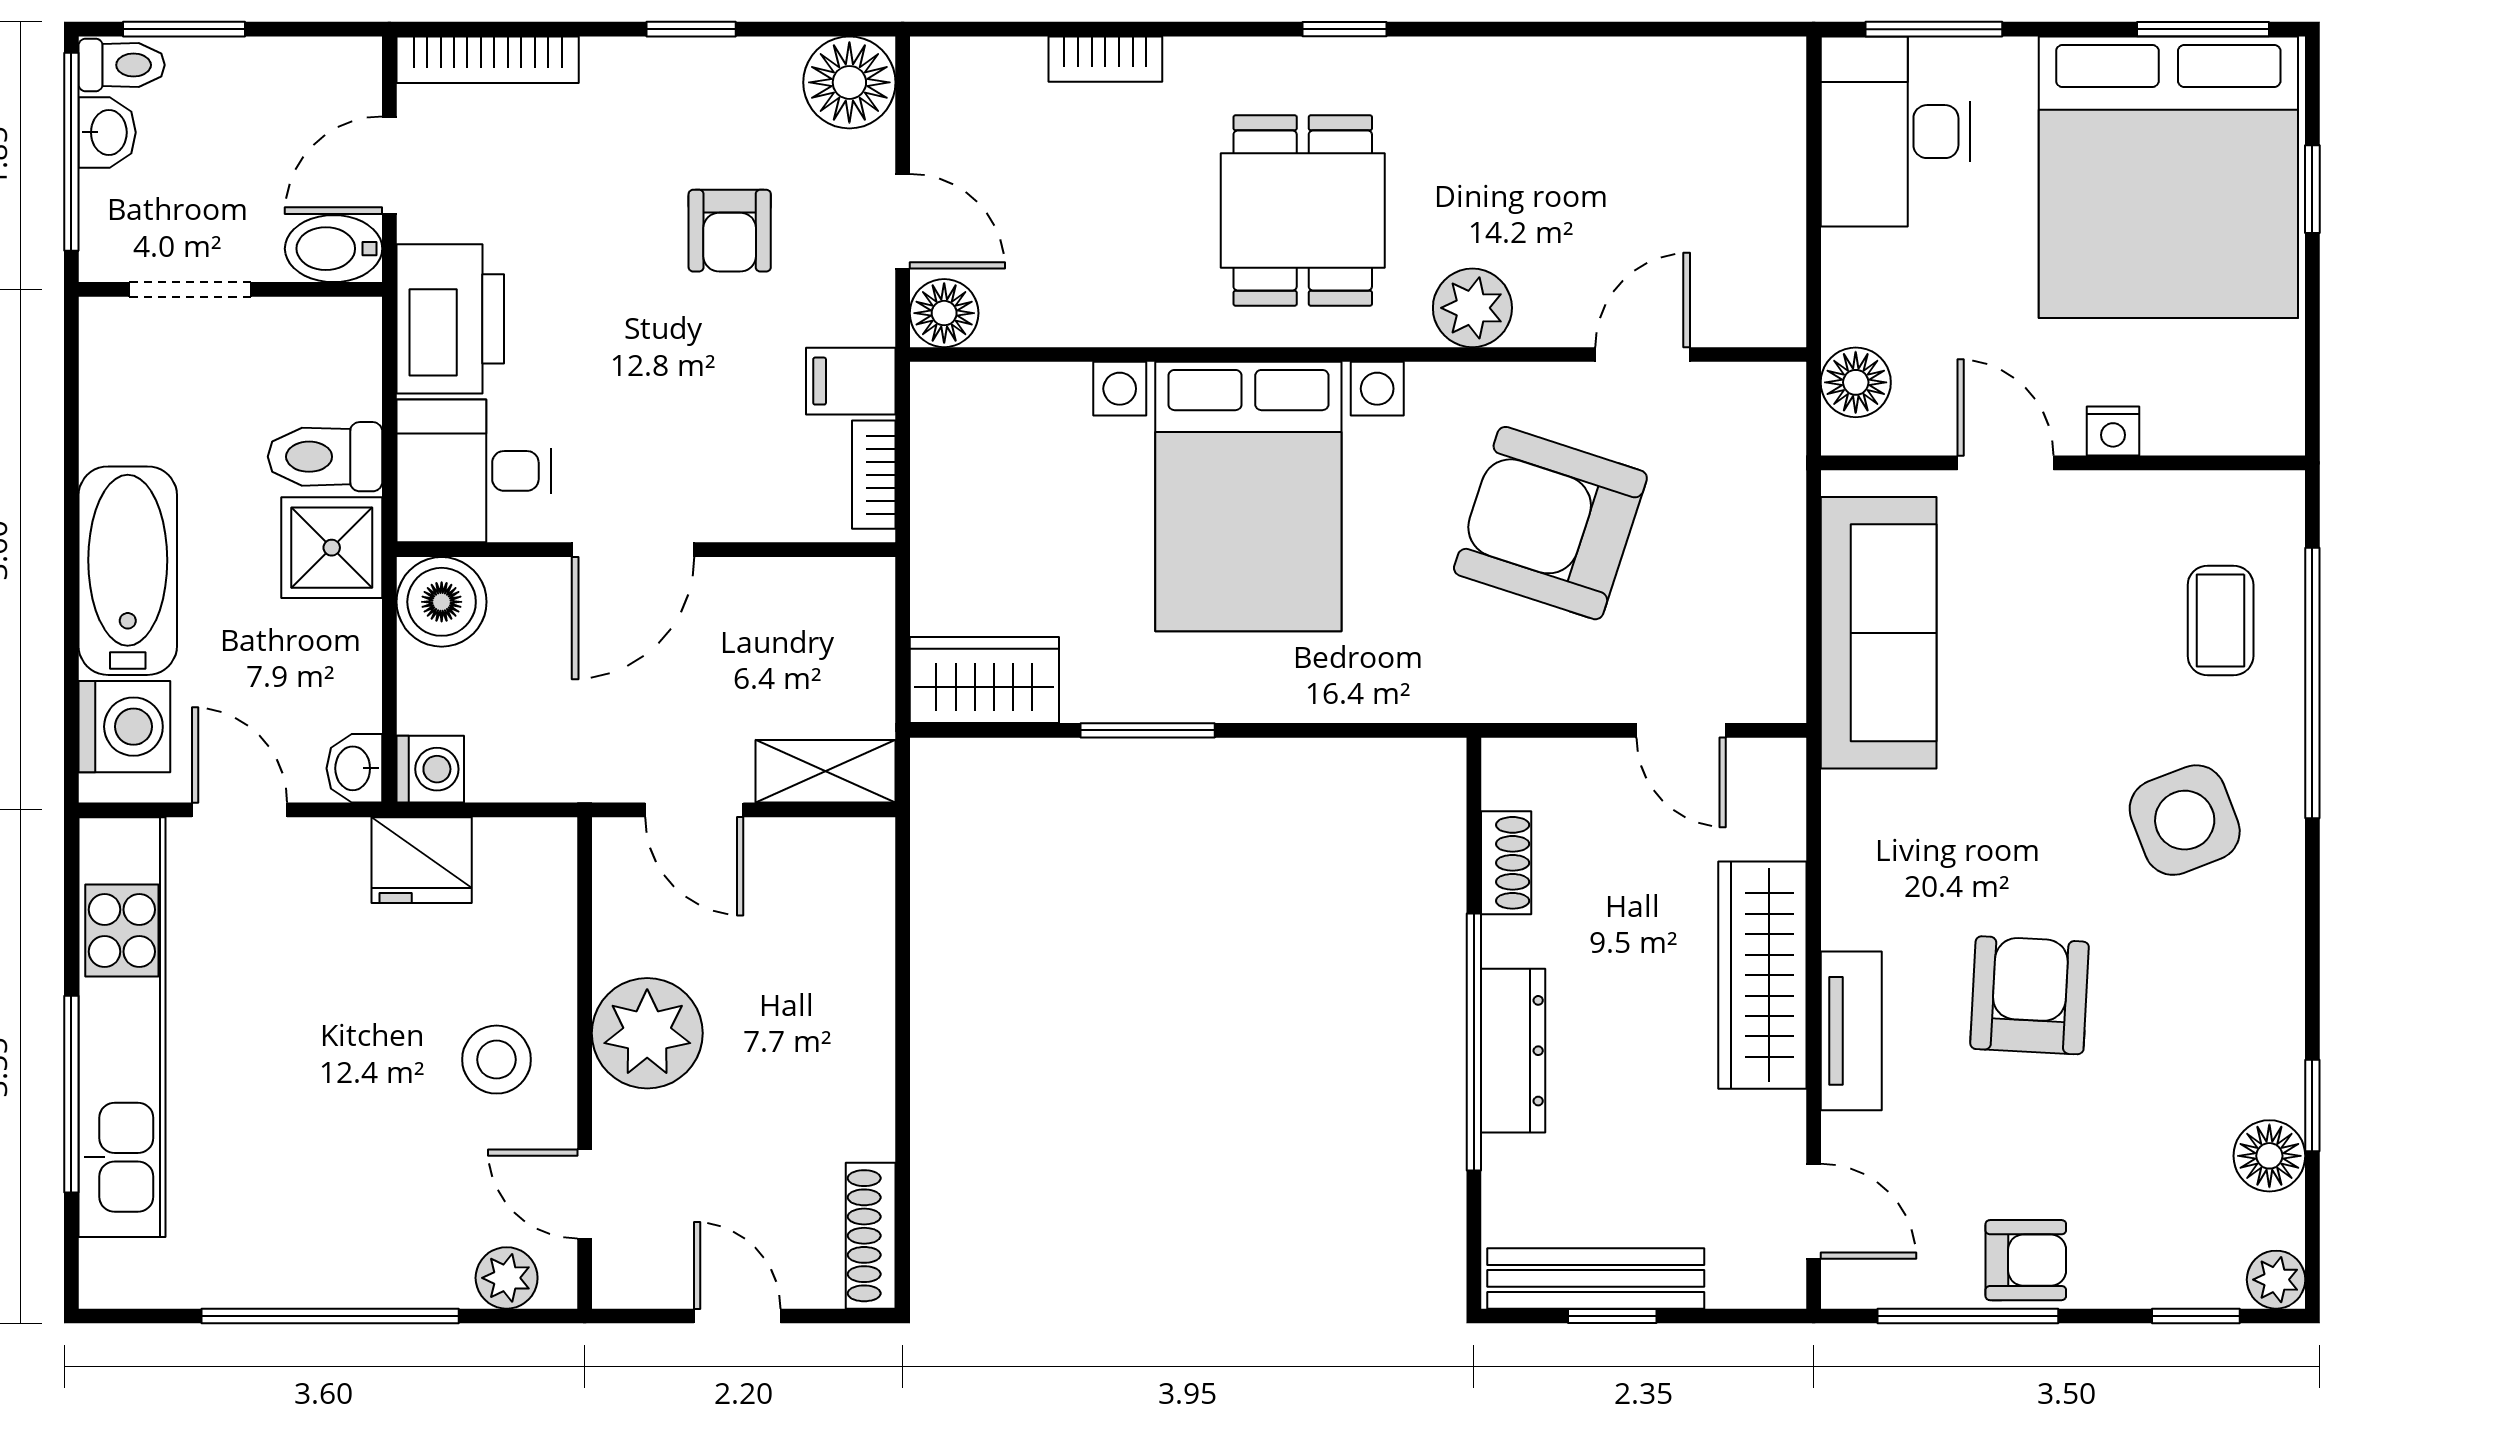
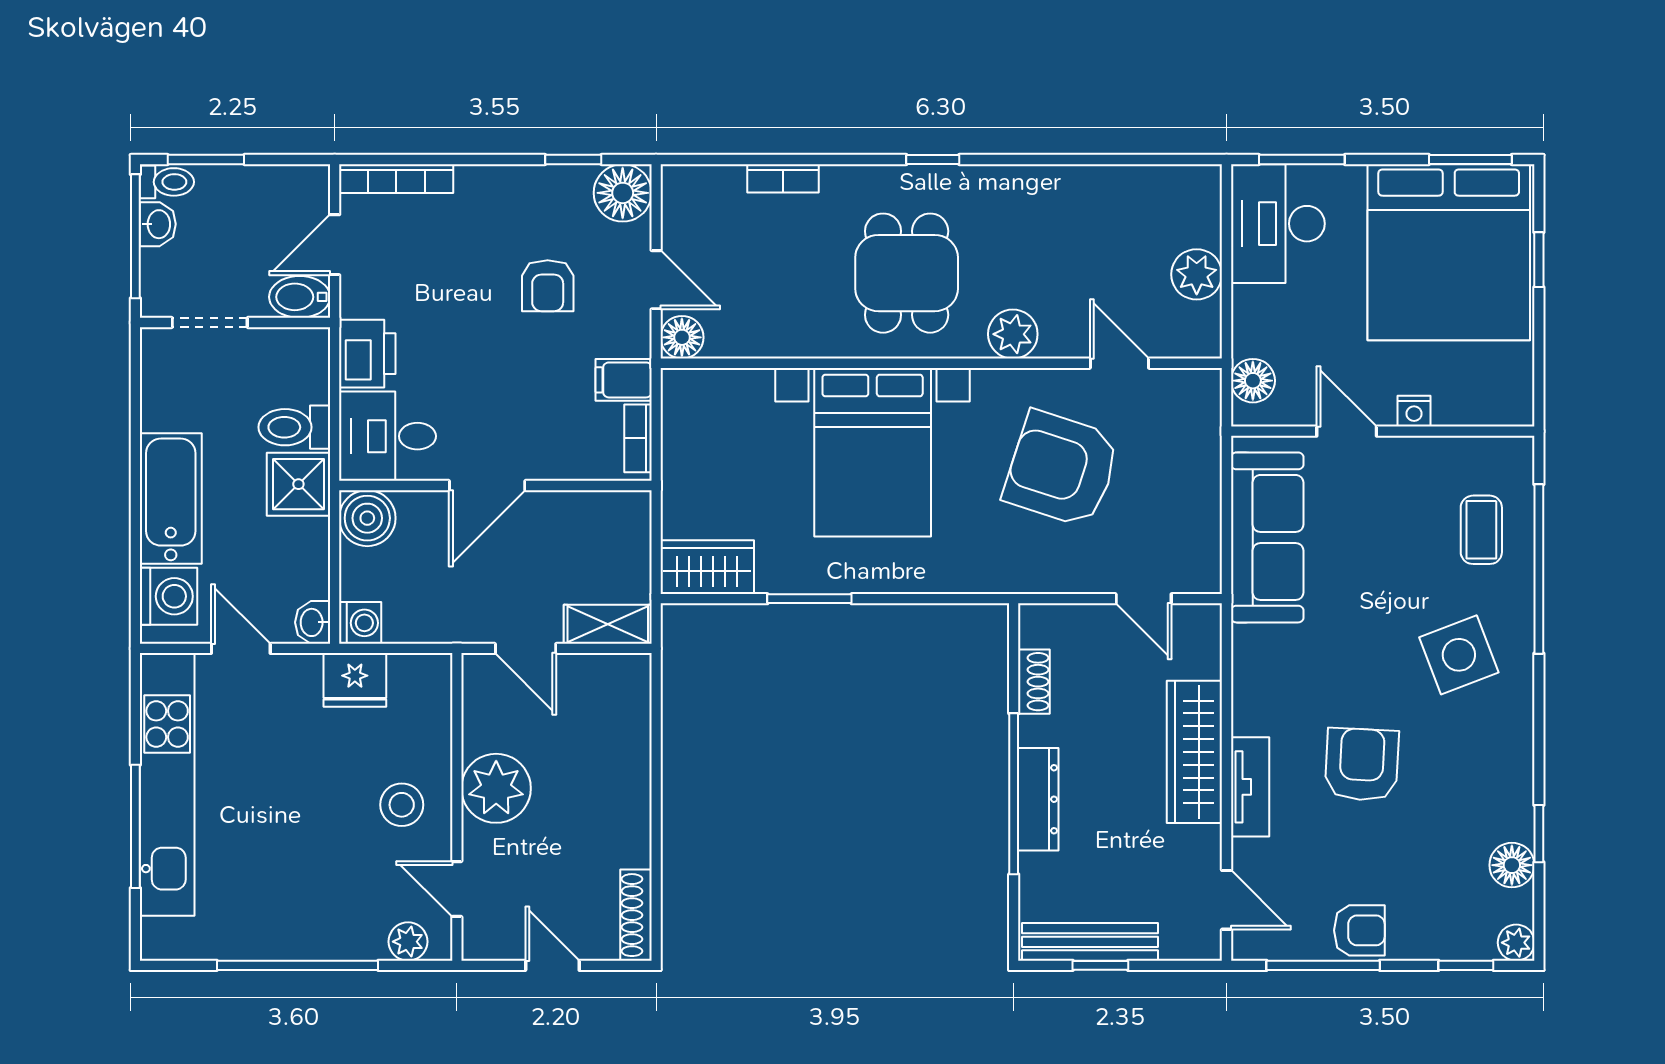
window: (691, 29) -> (573, 160), moved
plant: (1766, 213) -> (1197, 274), added
printer: (450, 319) -> (367, 354), width x0.73, depth x0.84
door: (1643, 355) -> (1119, 363), hinge flipped

